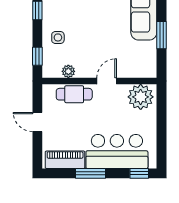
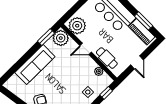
window: (161, 35) -> (46, 37), moved
plant: (145, 66) -> (61, 38), added
window: (91, 173) -> (144, 21), moved

